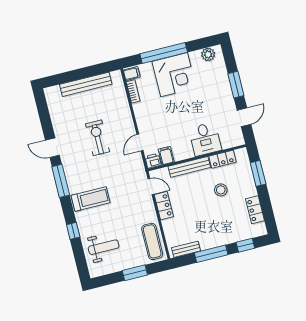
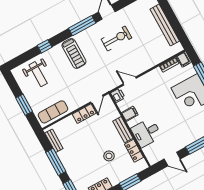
exercise bike: (97, 138) -> (116, 39), moved
filing cabinet: (166, 156) -> (130, 114), moved
bench: (189, 167) -> (123, 130), width x0.73

